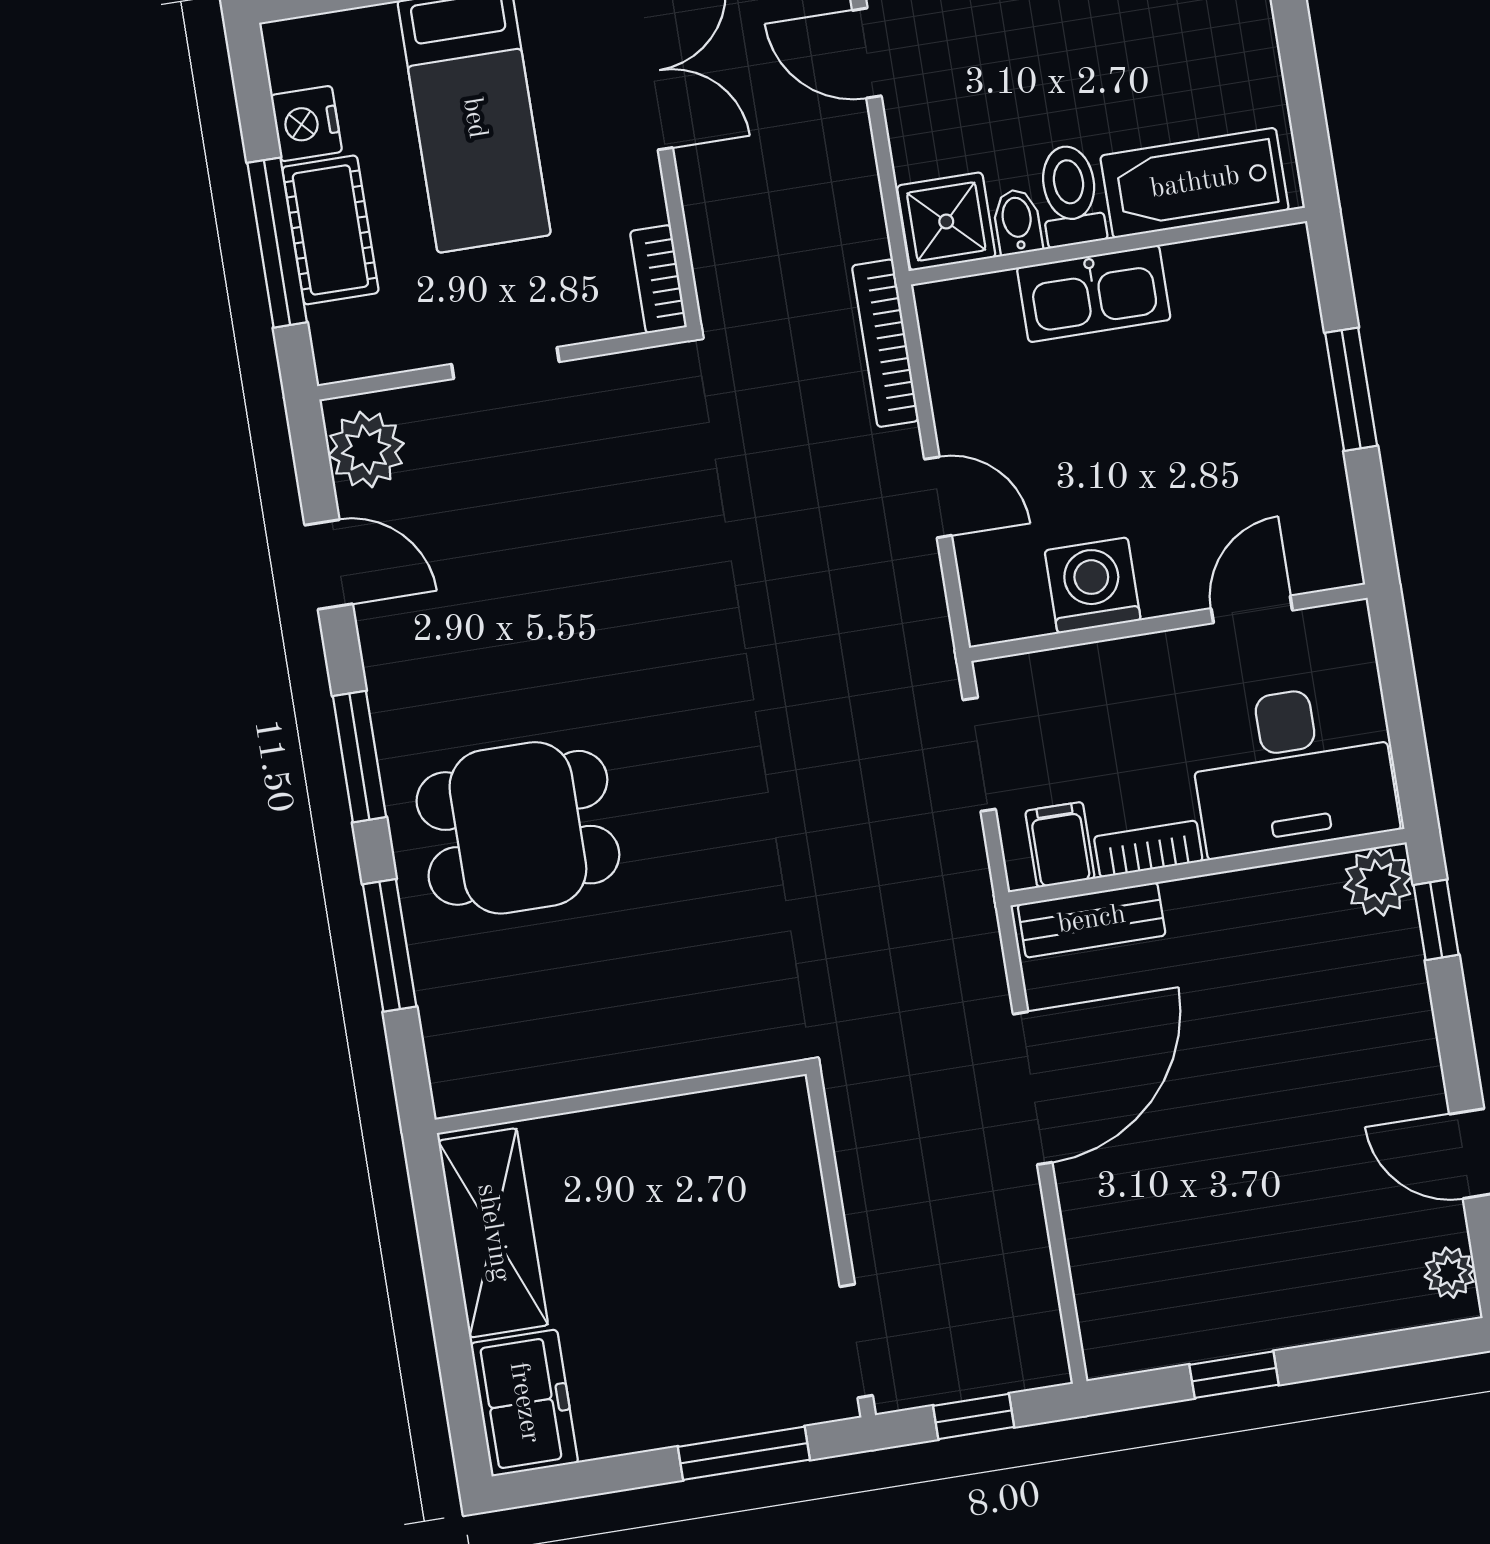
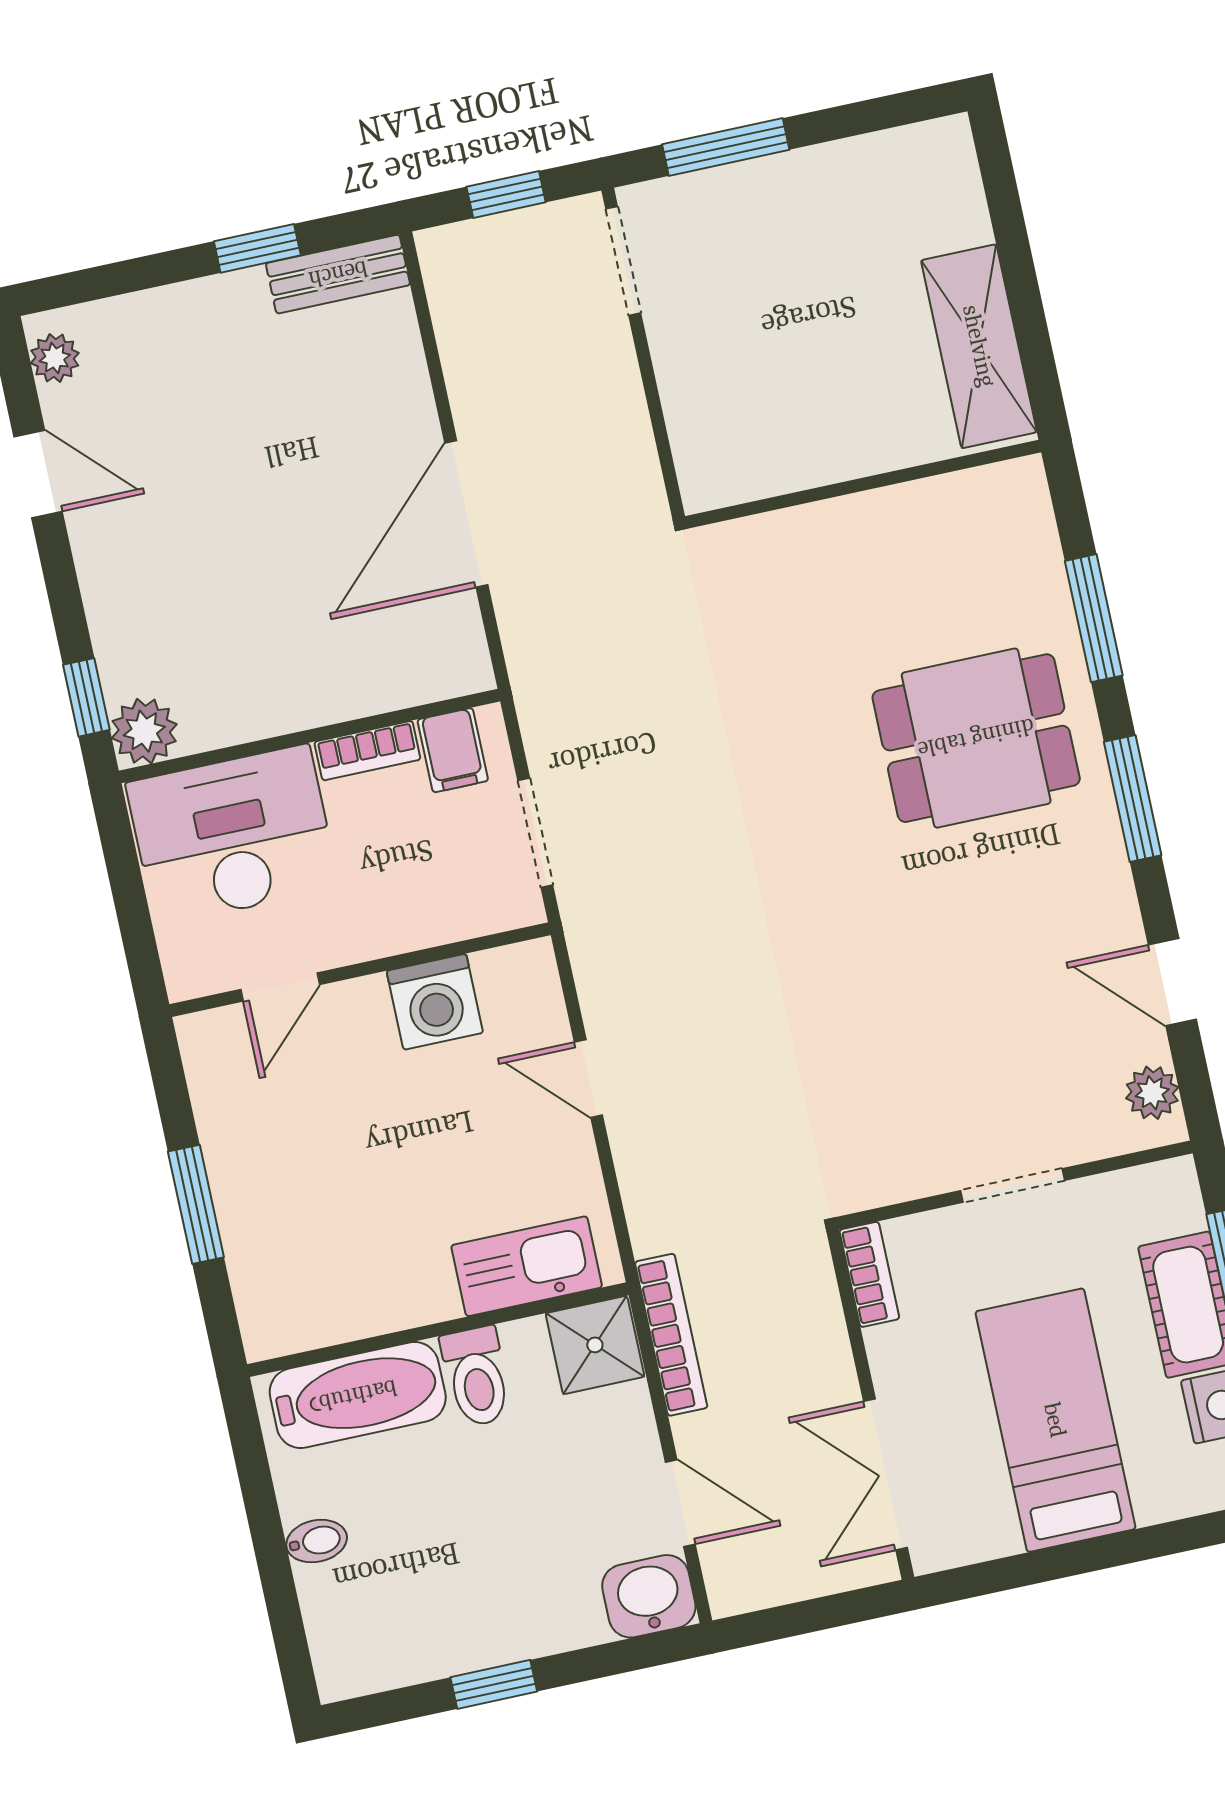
bidet: (1017, 222) -> (317, 1541), moved, turned -90
kitchen sink: (1094, 294) -> (527, 1266), moved
bookcase: (885, 343) -> (671, 1335), moved
plant: (366, 449) -> (1152, 1093), width x0.73, depth x0.73
bench: (1092, 920) -> (338, 274), moved
freezer: (524, 1403) -> (940, 184), removed

